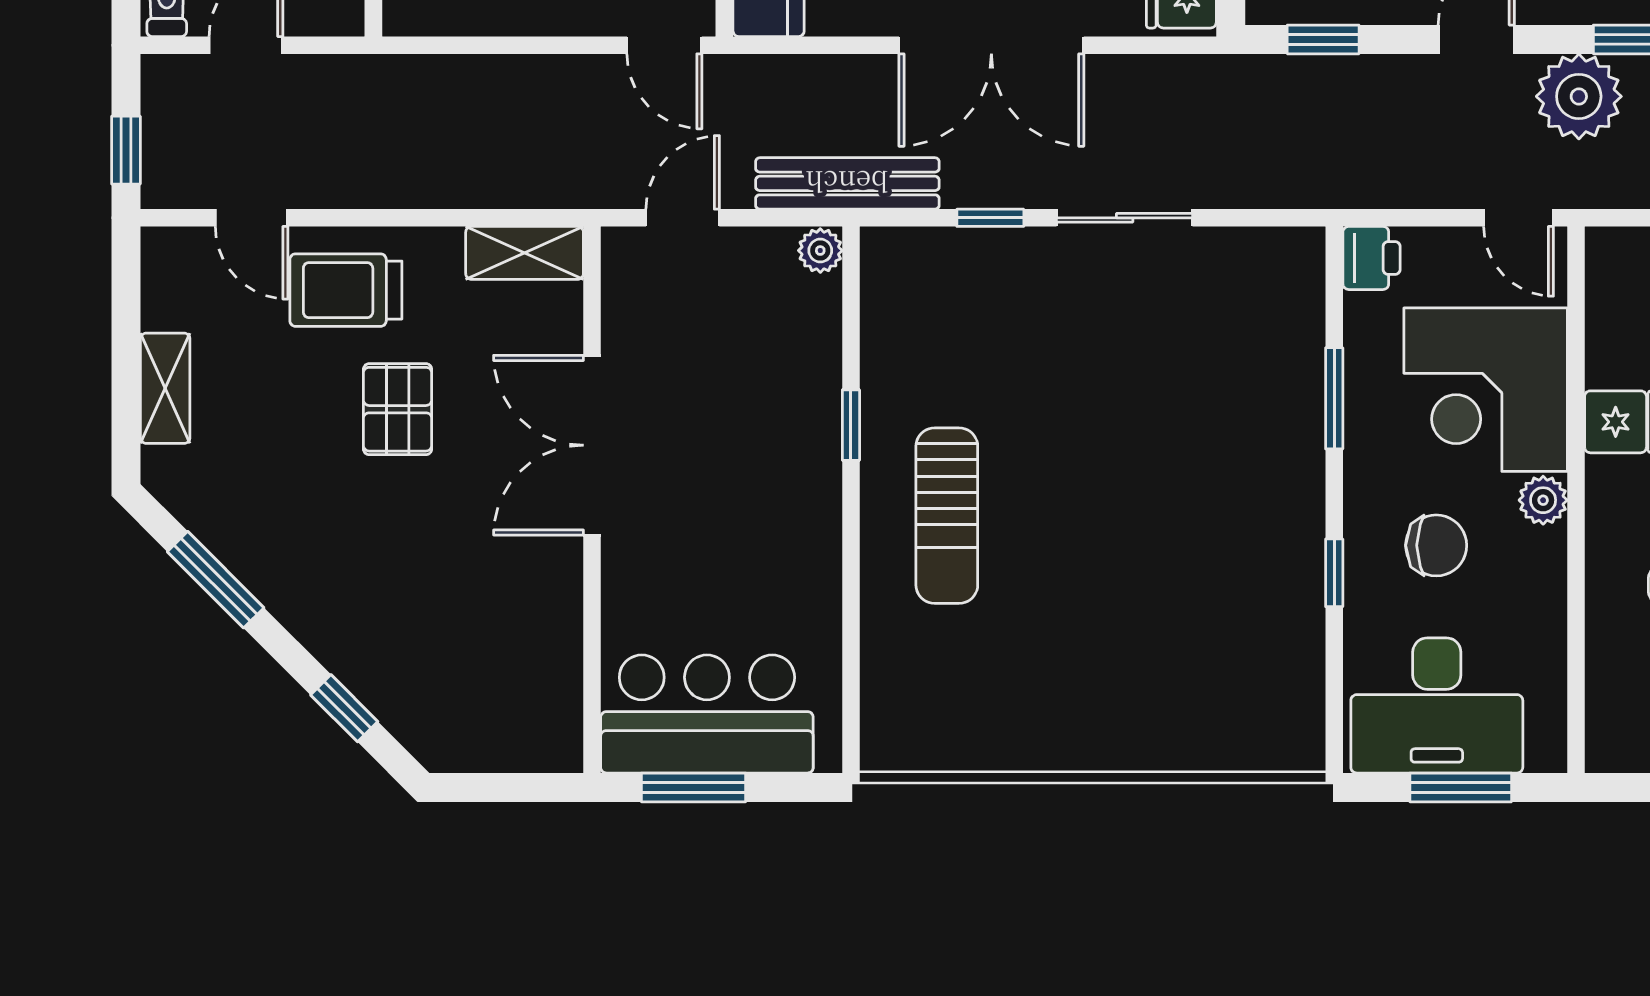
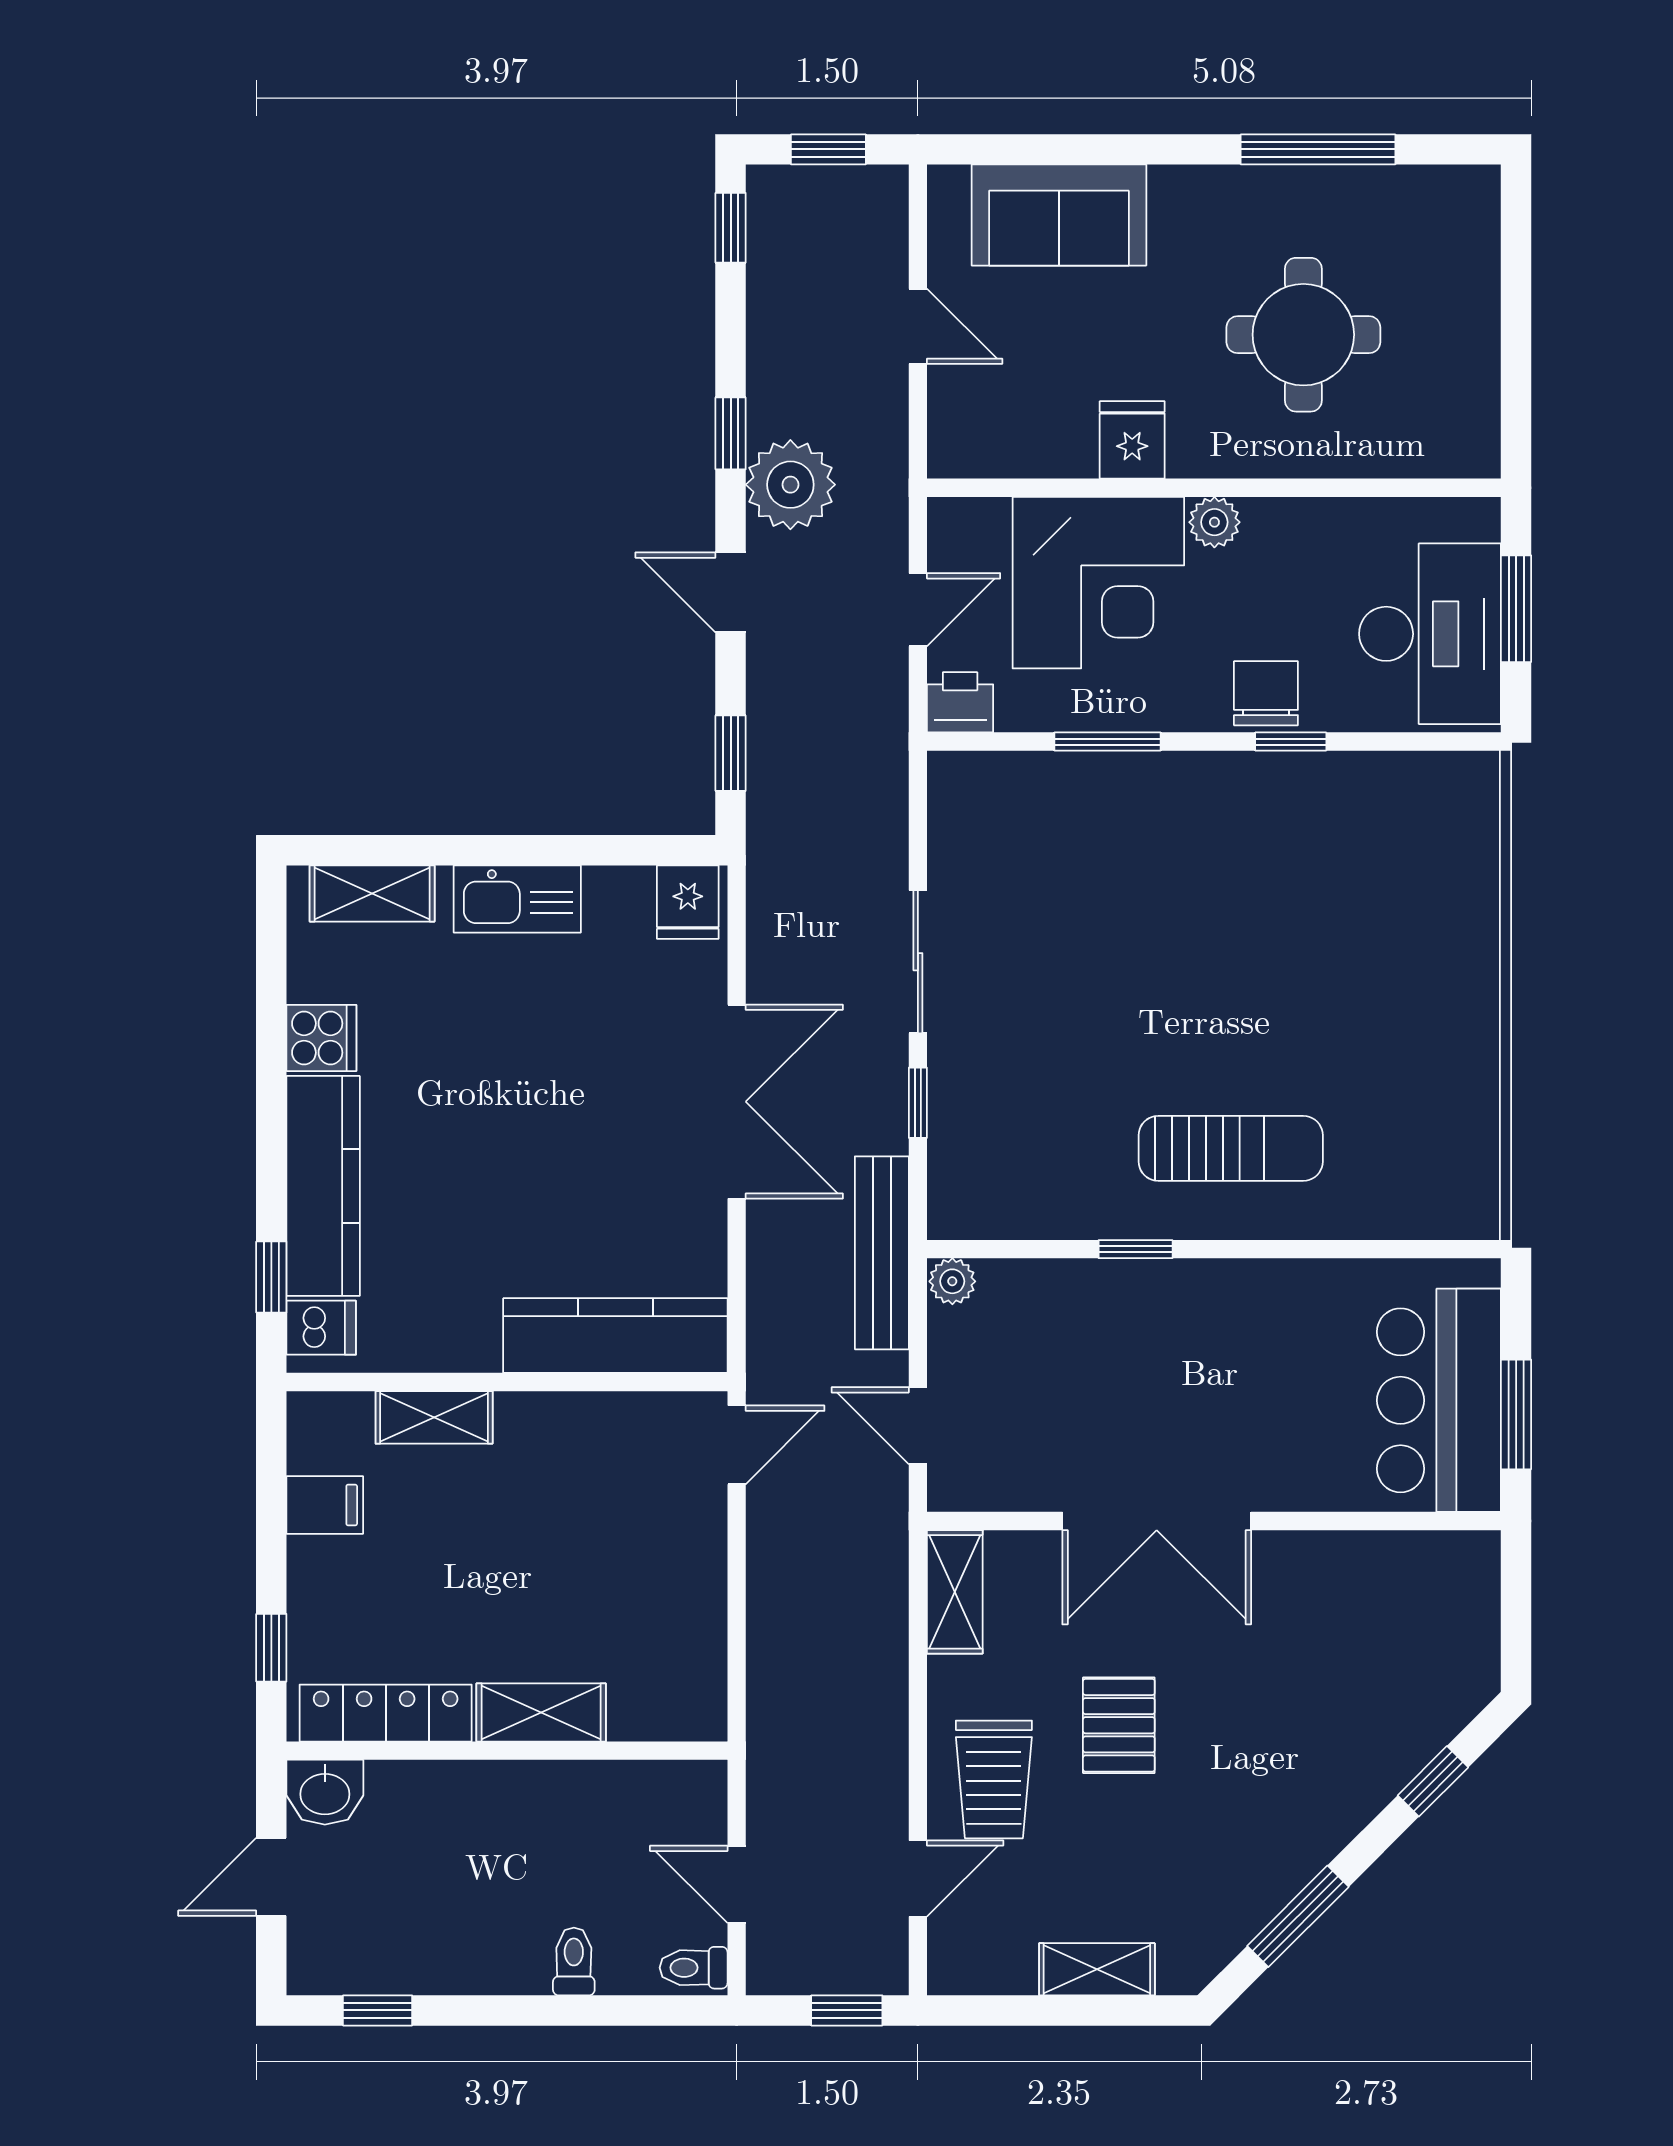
door: (1519, 218) -> (918, 610), moved
pallet: (398, 409) -> (1119, 1725), turned 90
chair: (1436, 545) -> (1266, 693), moved

